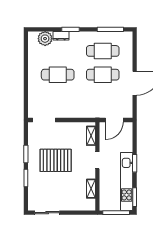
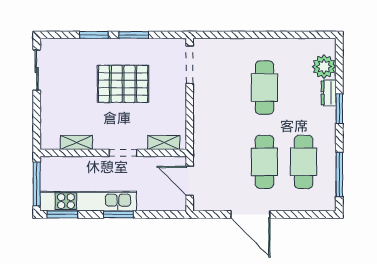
pallet: (56, 160) -> (123, 84), turned 90

